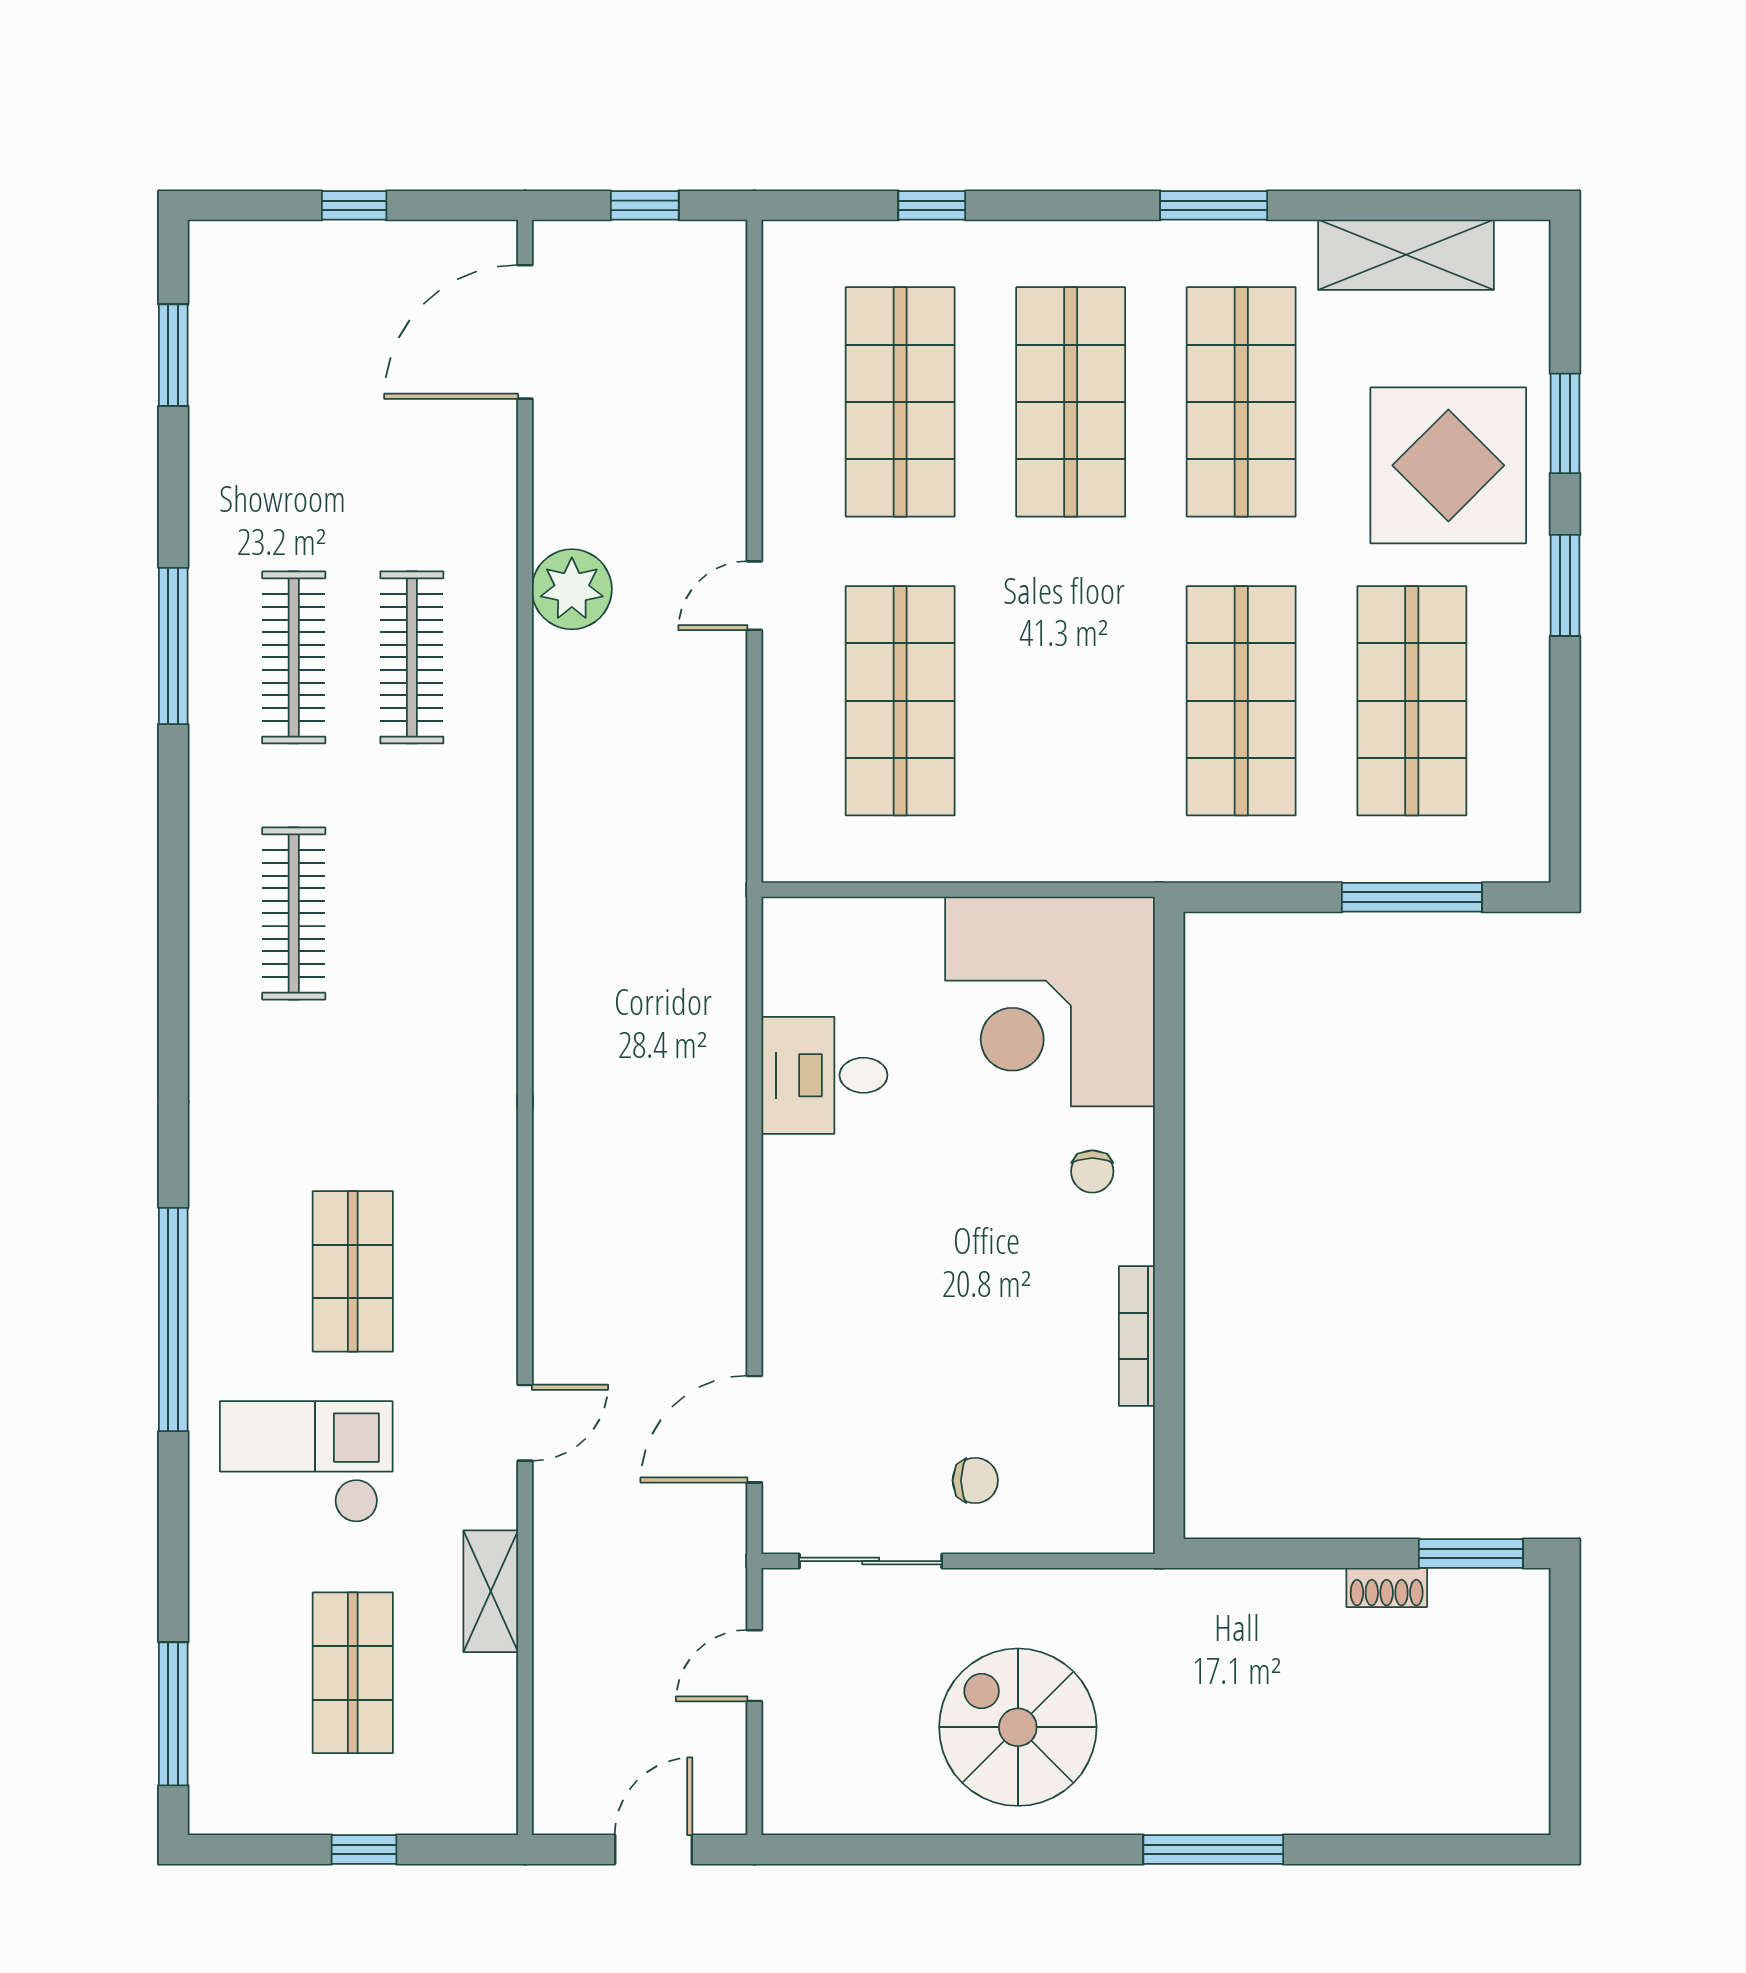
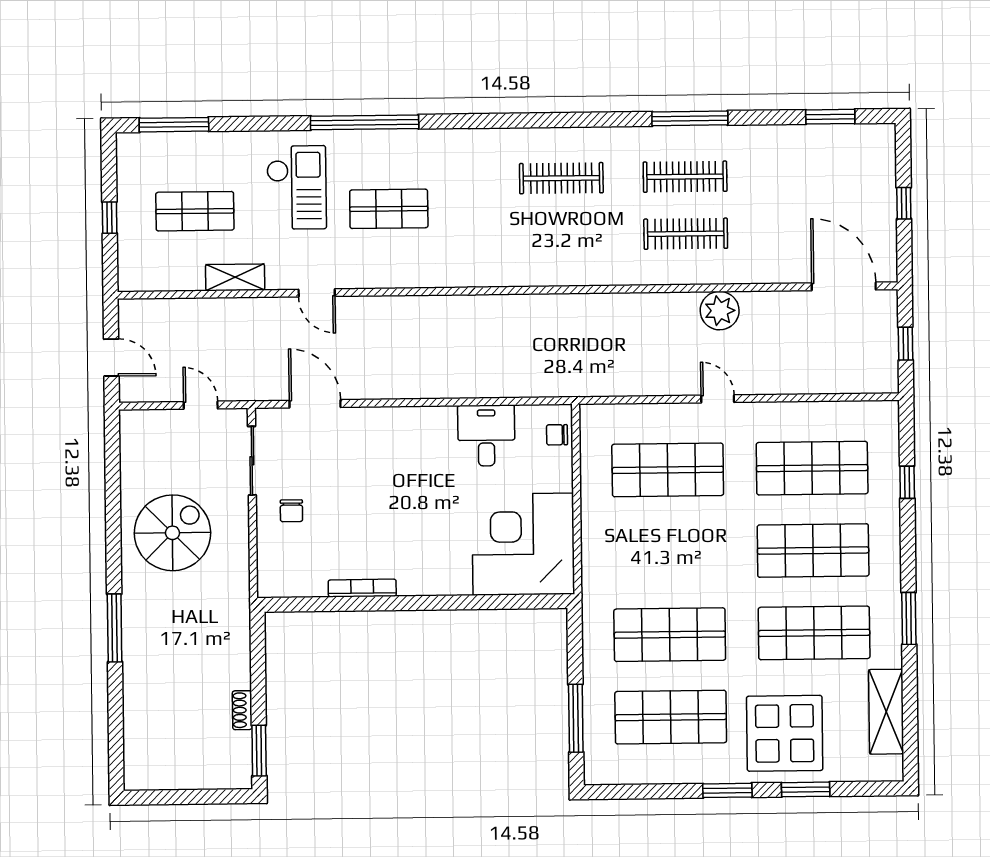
chair: (1092, 1171) -> (557, 435), moved

